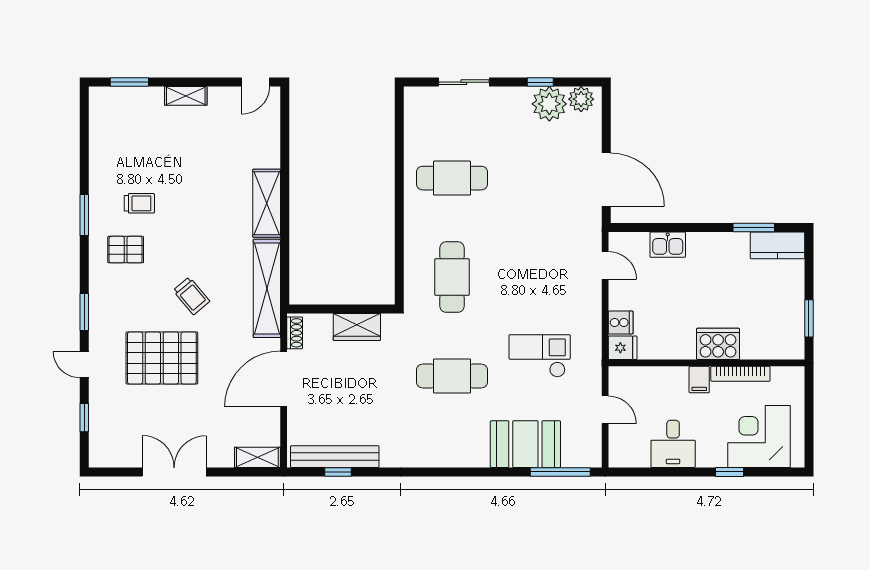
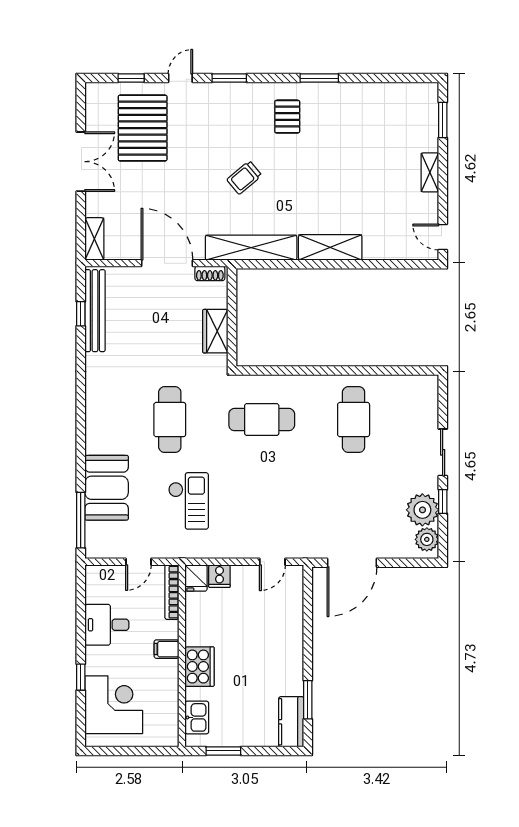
sliding door: (464, 82) -> (443, 452), moved
trolley: (139, 203) -> (330, 129), removed
kitchen sink: (668, 245) -> (197, 717), moved, turned 180
pallet: (162, 358) -> (143, 128), moved
bookcase: (740, 374) -> (172, 592), moved

